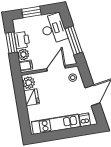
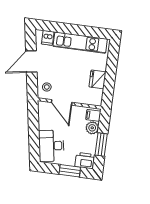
printer: (22, 40) -> (85, 161), moved, turned 90
window: (74, 40) -> (34, 127), removed
door: (56, 68) -> (62, 102), hinge flipped
plant: (29, 83) -> (96, 96), removed

